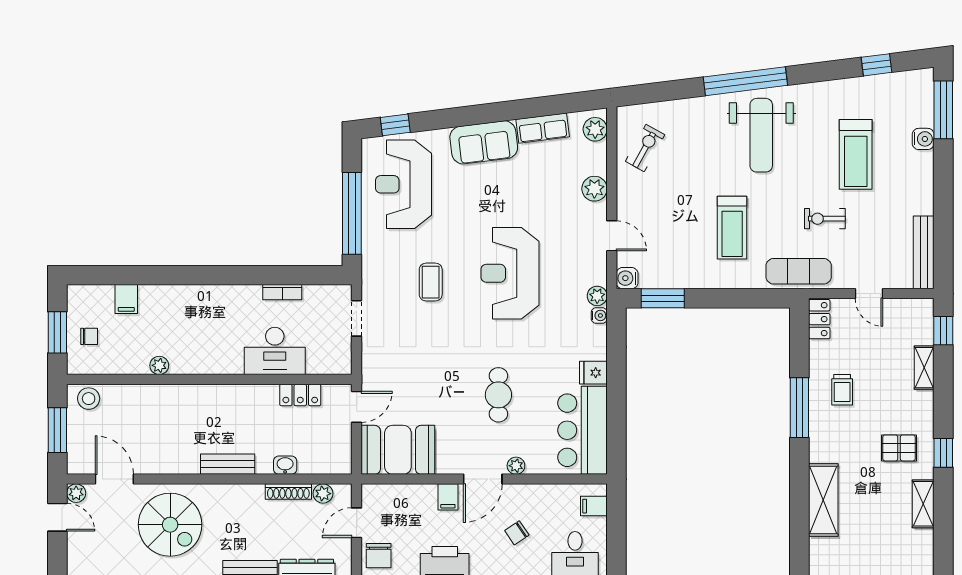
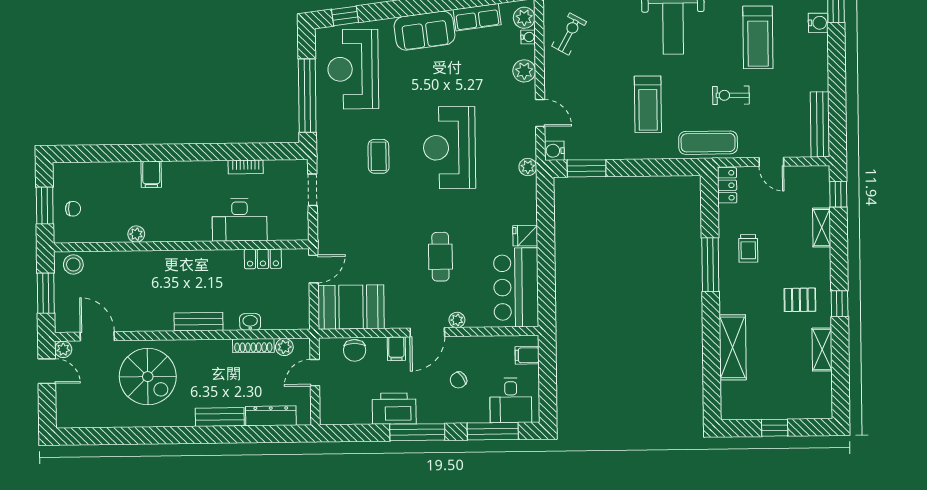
filing cabinet: (126, 299) -> (151, 174), moved
water cooler: (599, 315) -> (528, 37), moved
chair: (379, 556) -> (355, 350), moved

